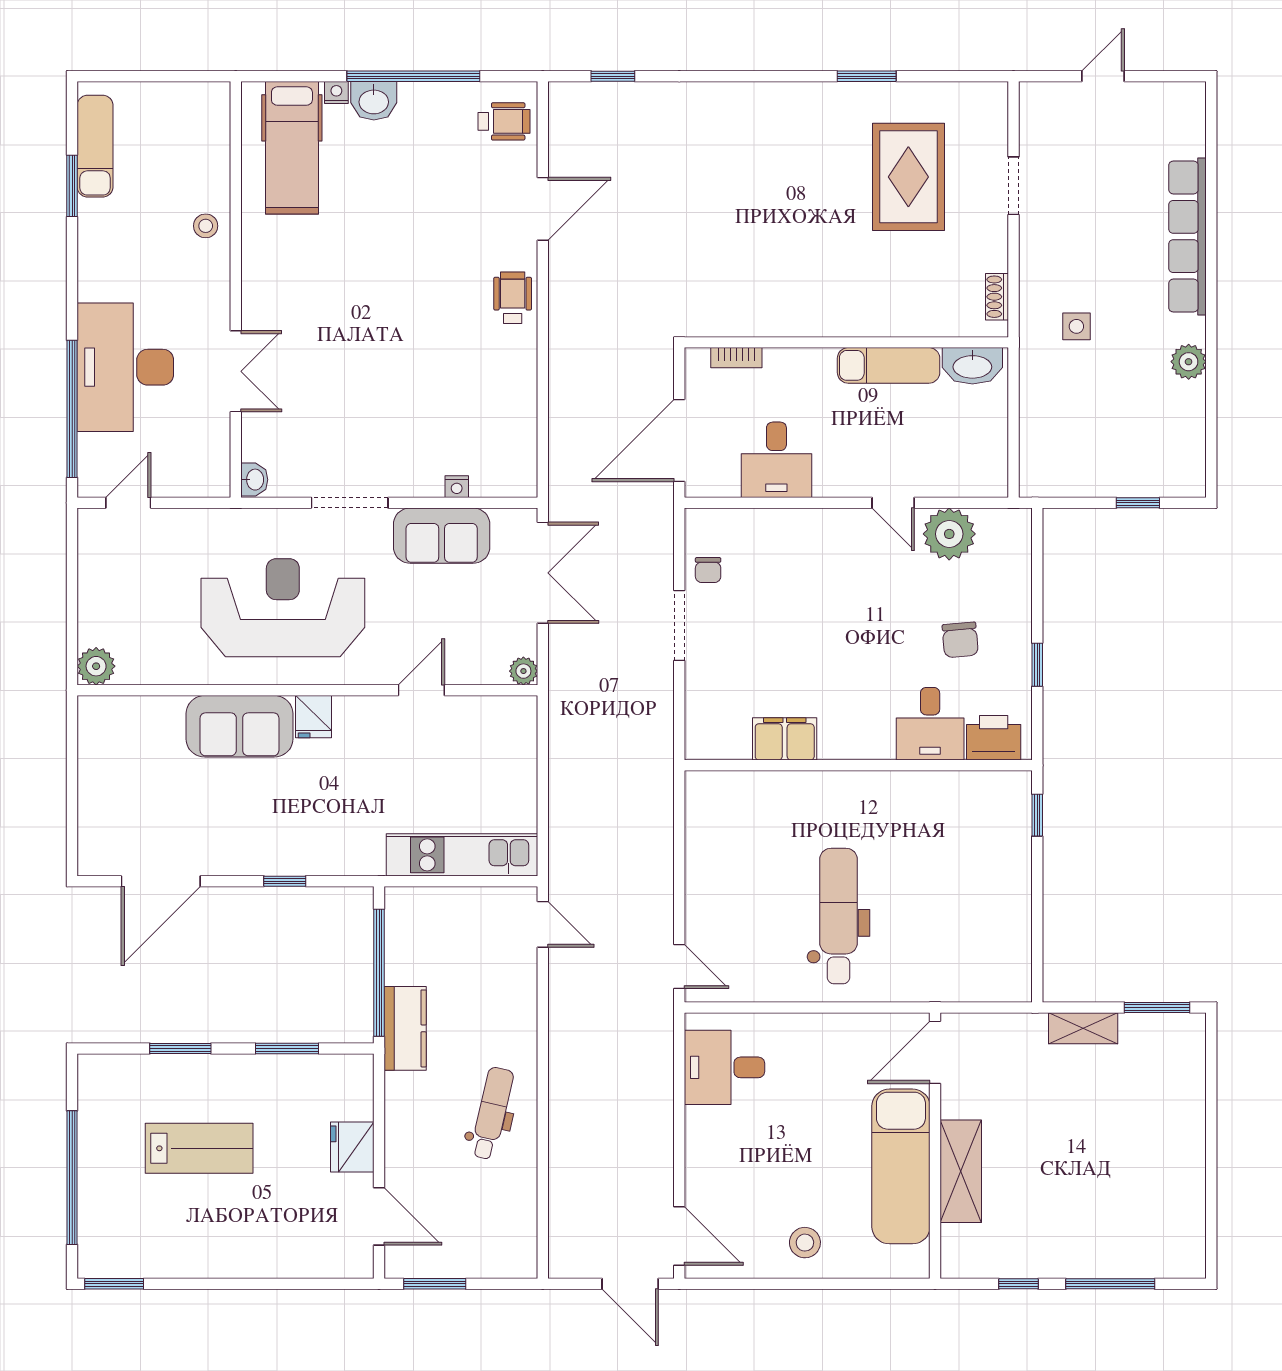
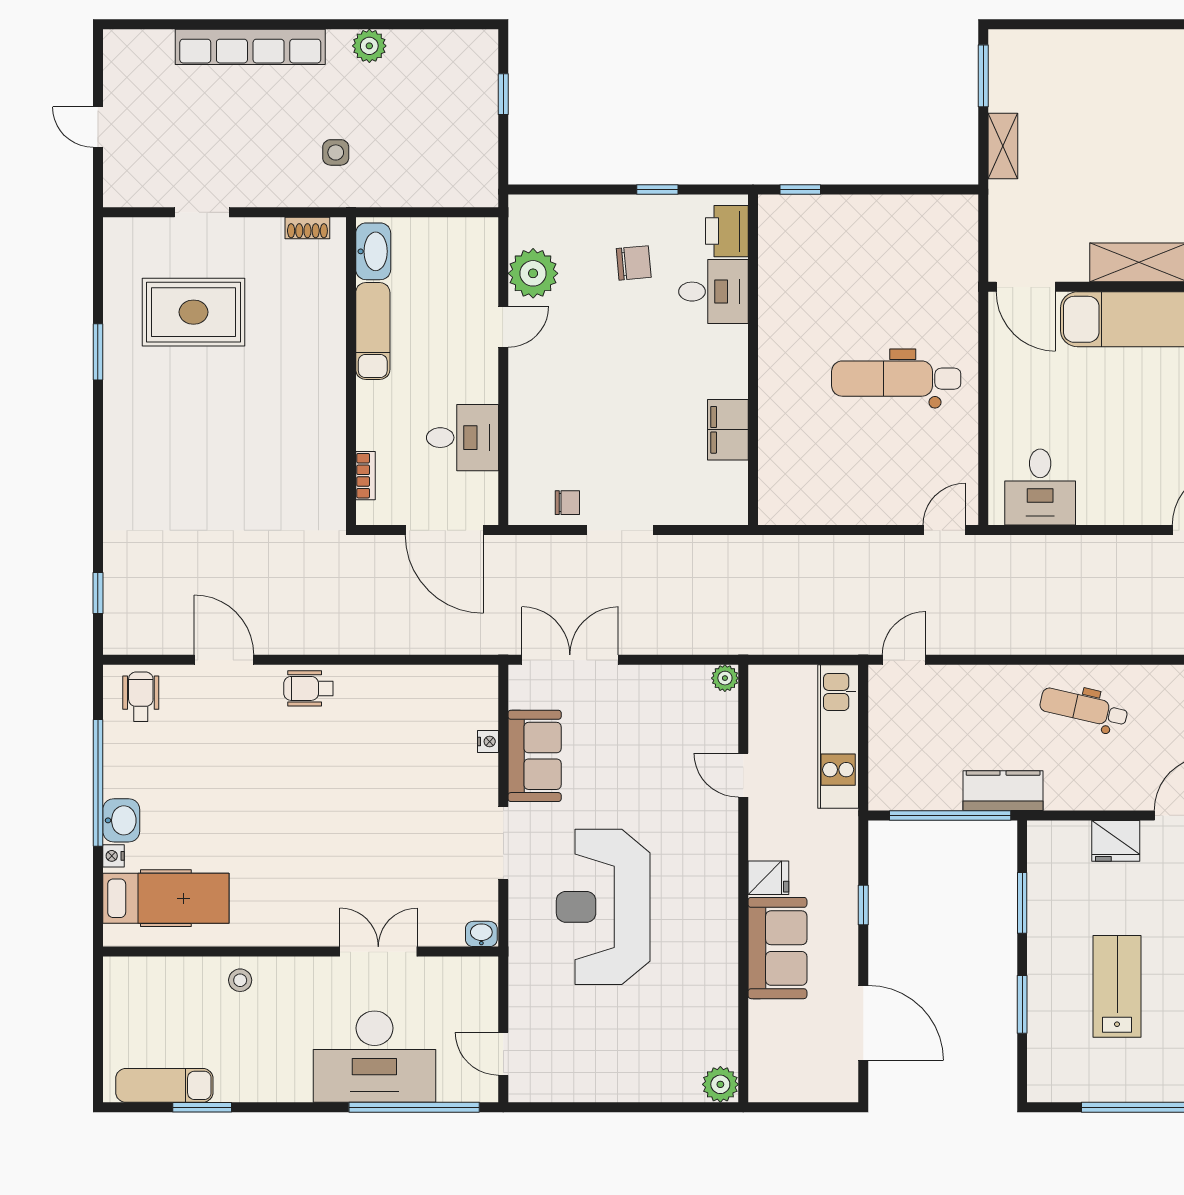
plant: (96, 666) -> (720, 1084), moved
plant: (523, 671) -> (725, 678), moved
wall: (307, 690) -> (743, 884), moved
door: (421, 690) -> (743, 775), moved
fridge: (313, 717) -> (768, 878), moved
sofa: (239, 726) -> (777, 948), moved

